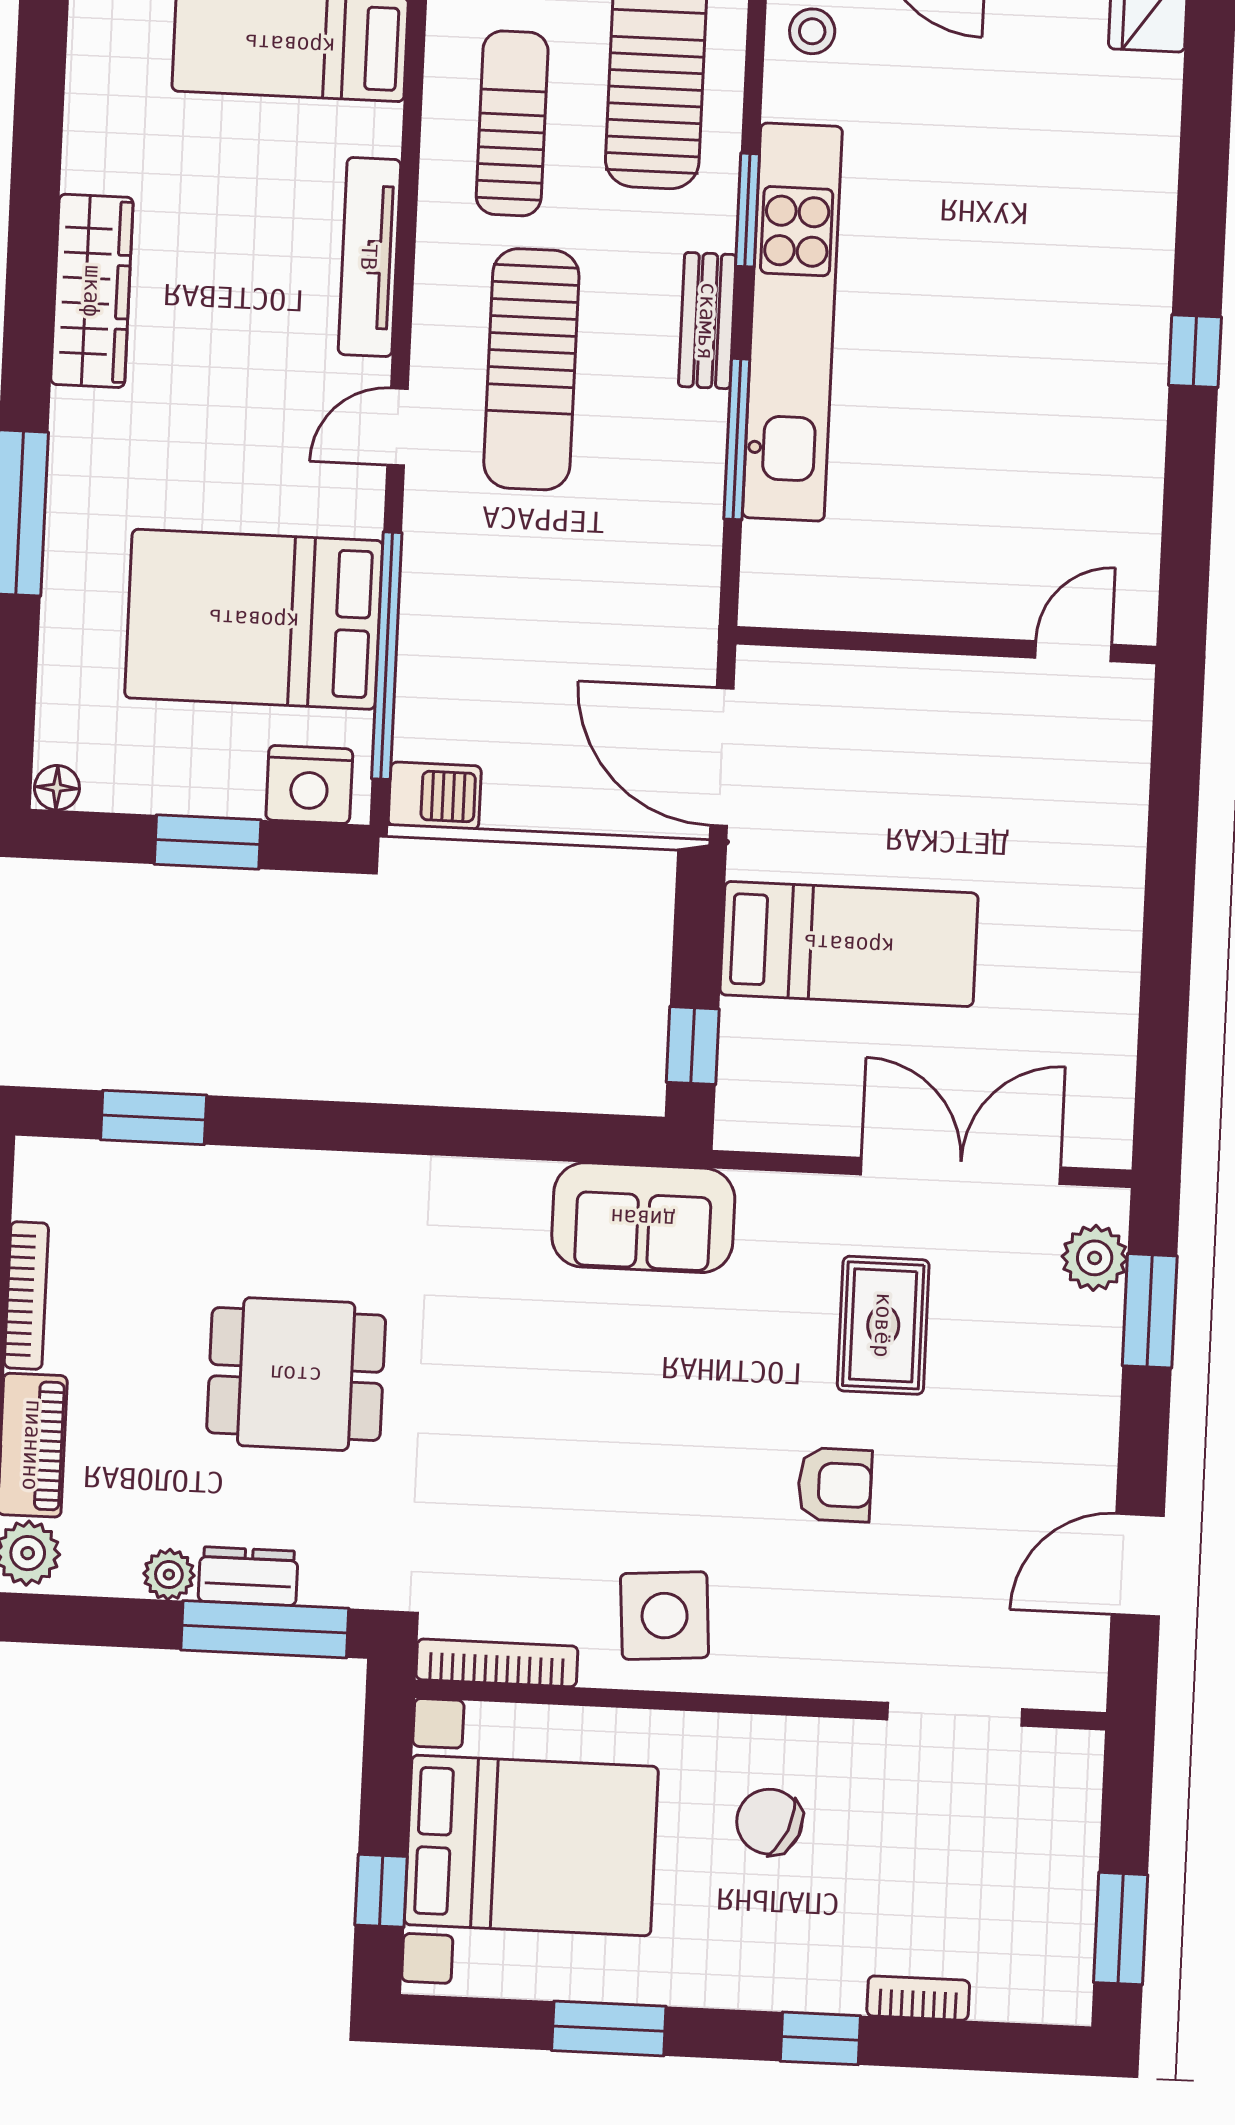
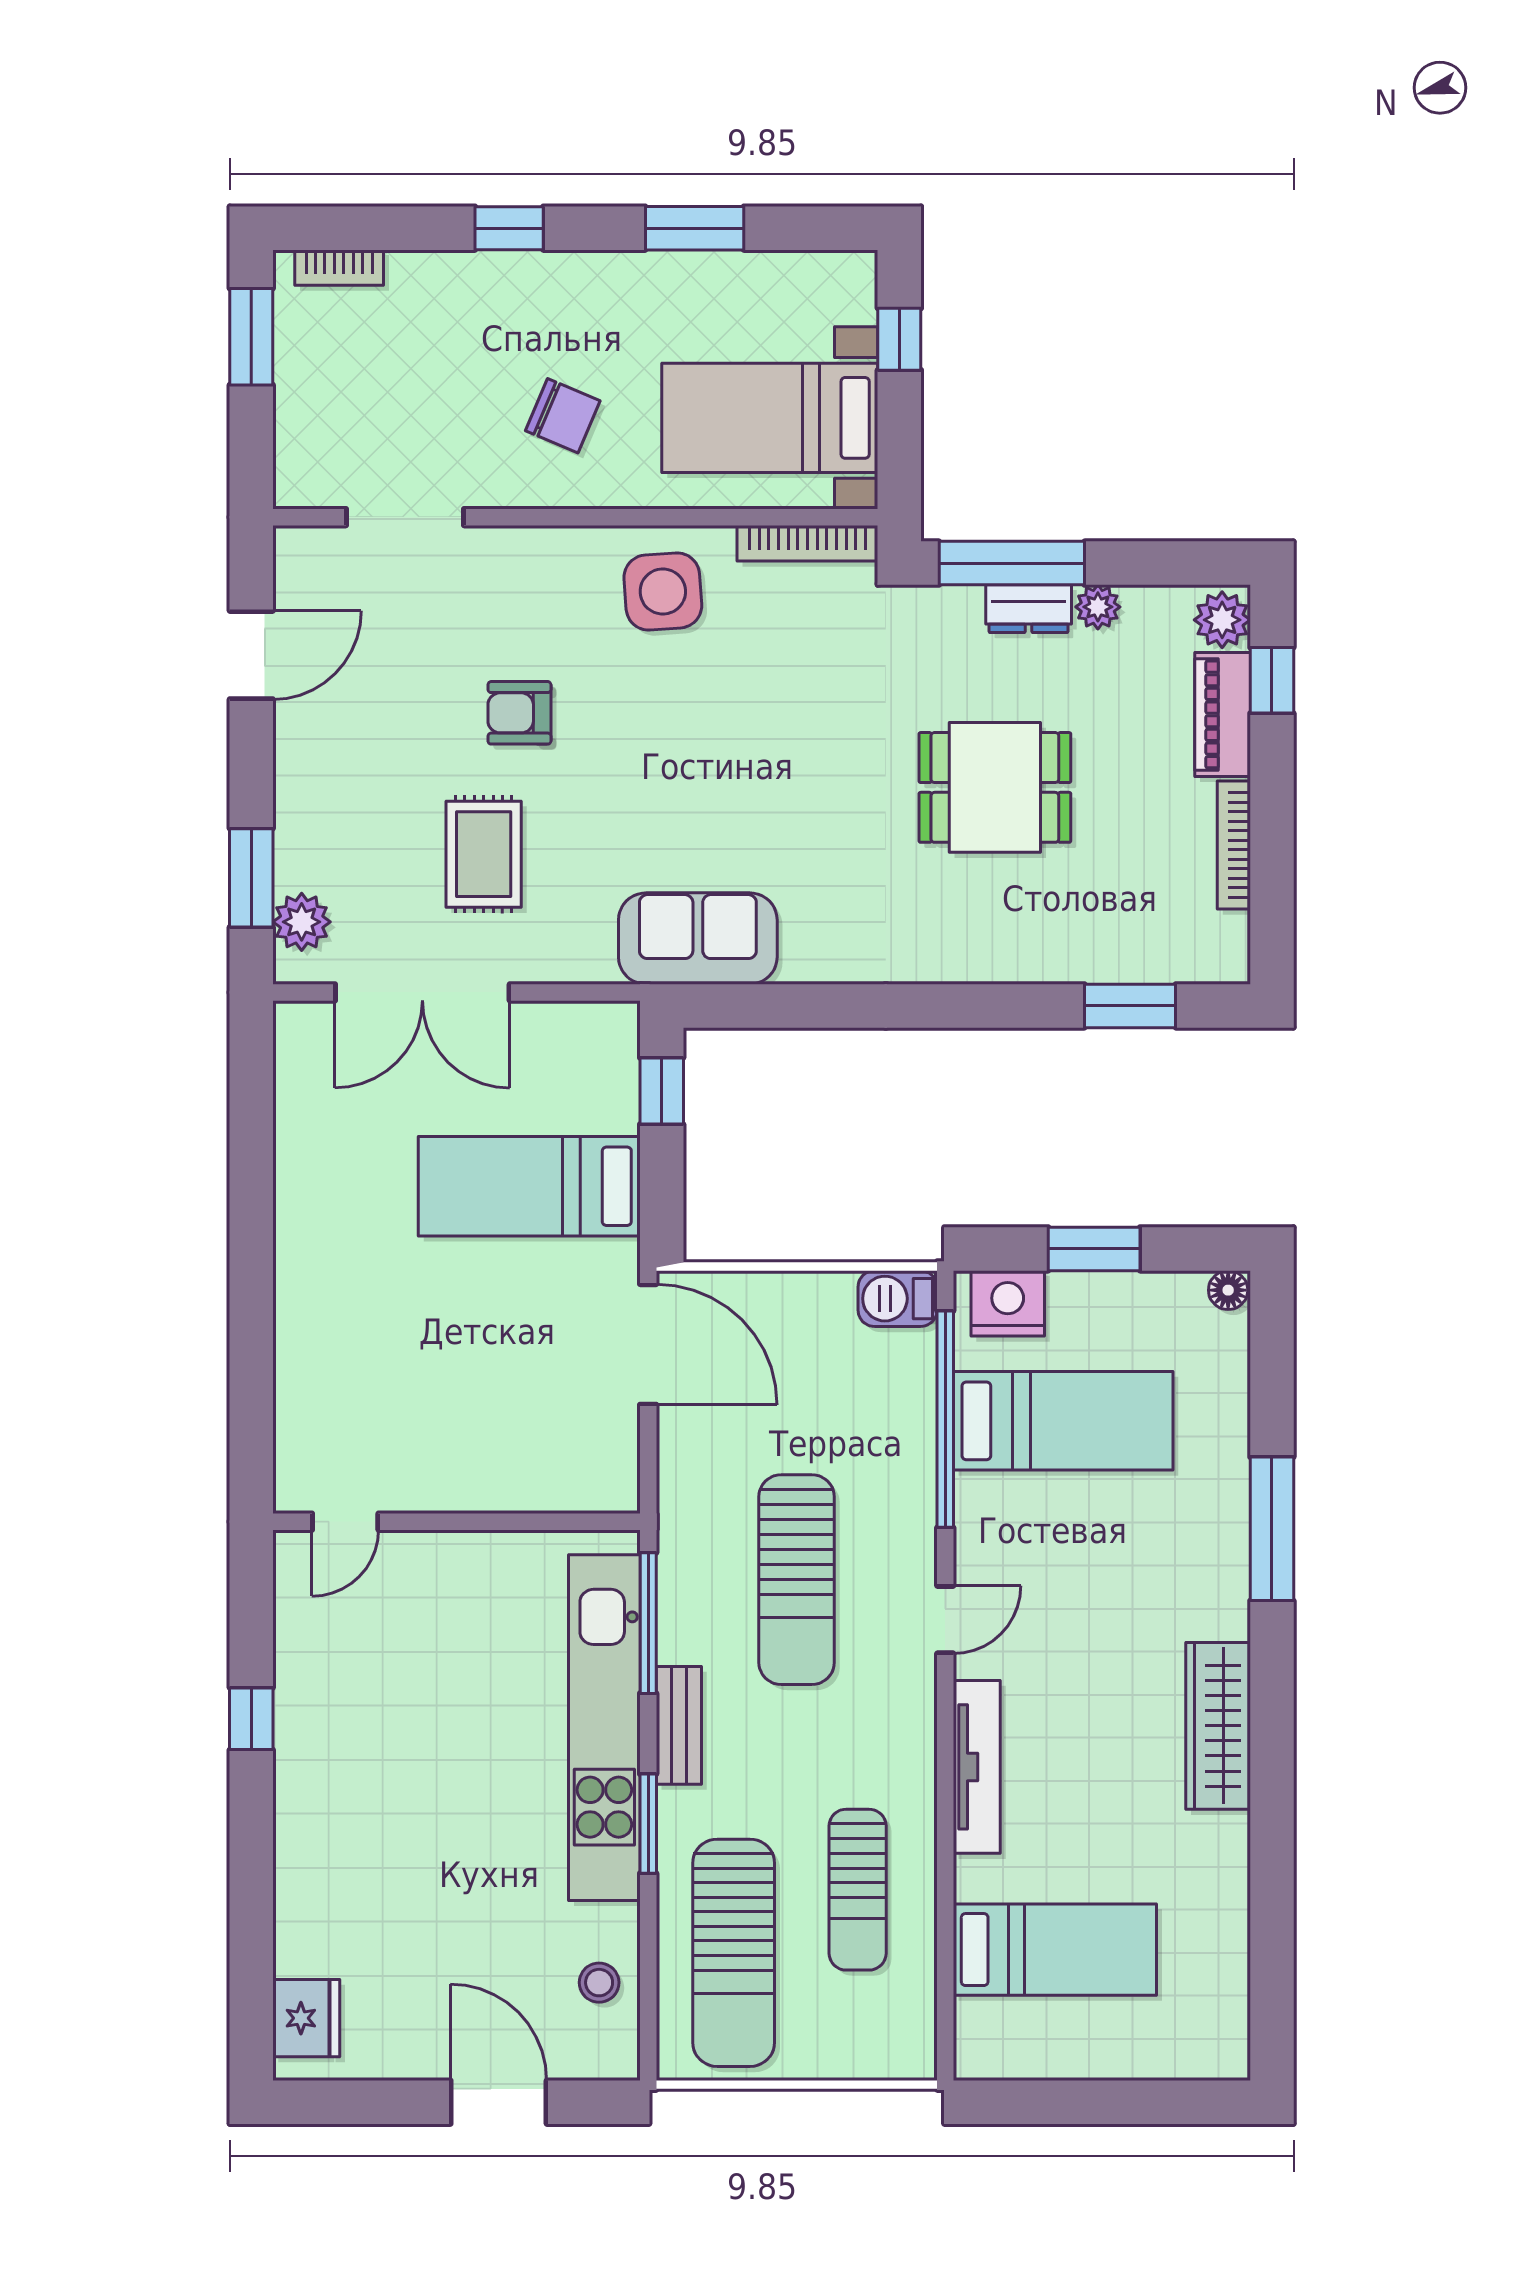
sun lounger: (531, 369) -> (797, 1580), moved, turned 180
bed: (254, 619) -> (1063, 1421), width x0.67
wall: (946, 645) -> (456, 1522), moved
door: (1073, 651) -> (345, 1522), moved
bed with nightstands: (531, 1845) -> (770, 418), width x0.73
bookcase: (918, 1998) -> (339, 268), moved

